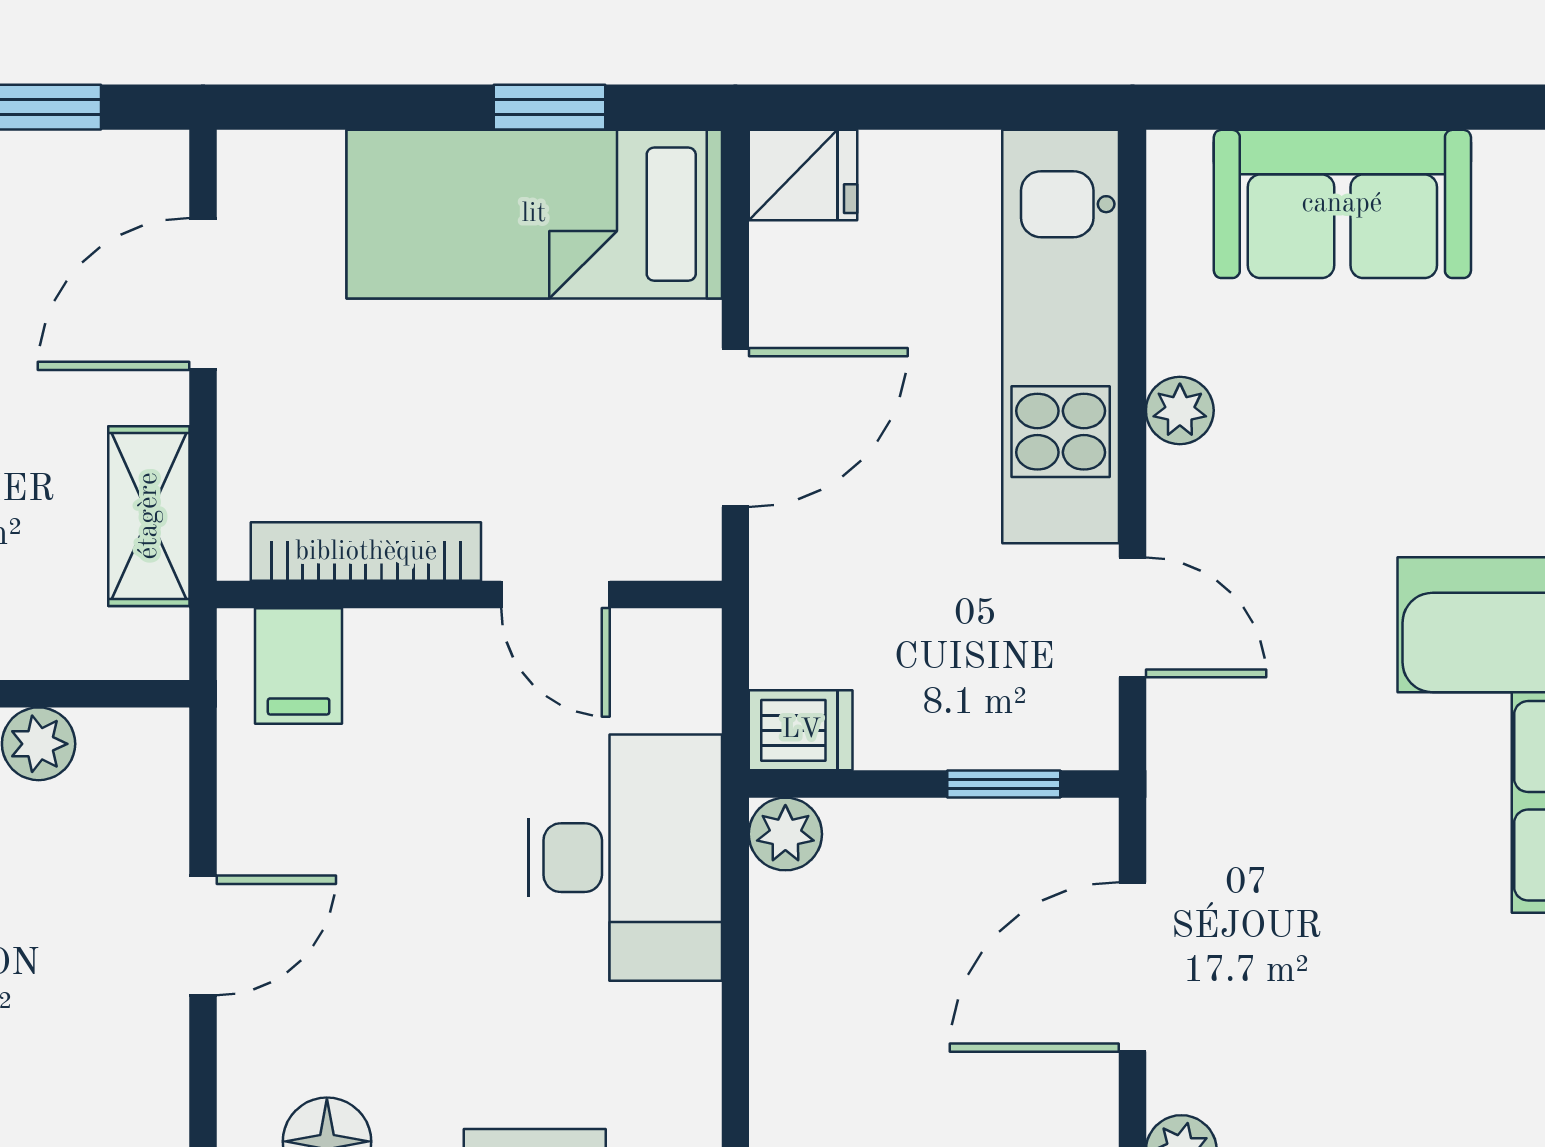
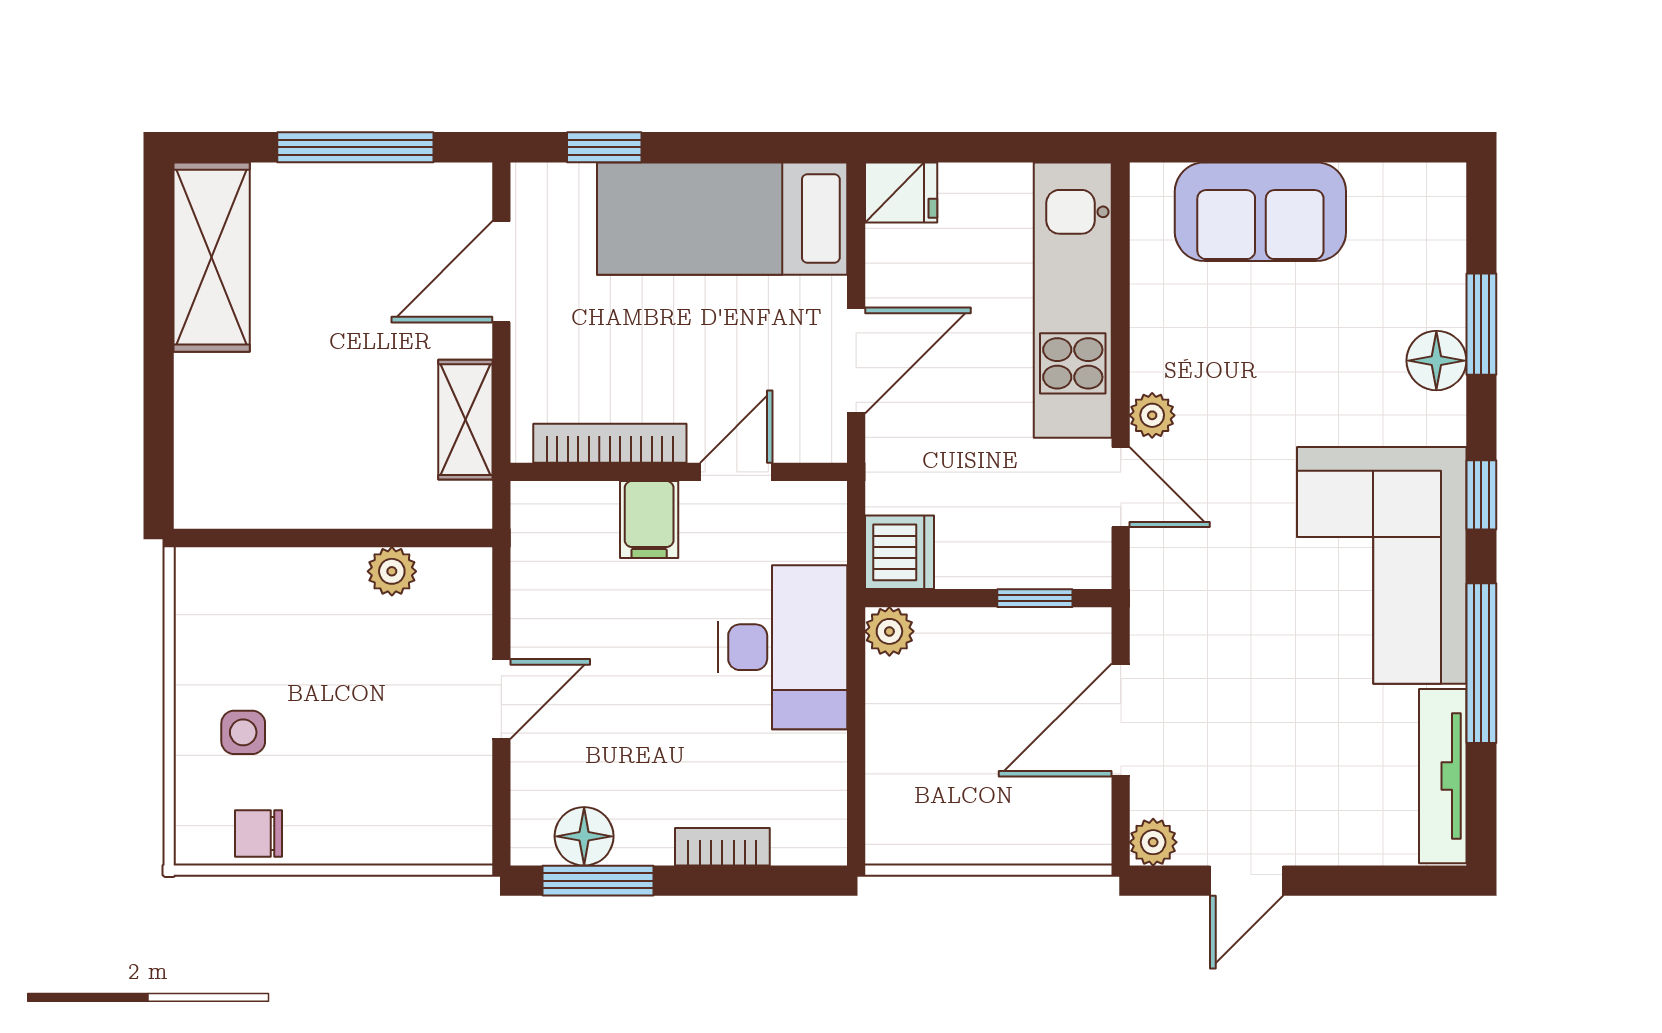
window: (550, 107) -> (604, 147), moved
plant: (1180, 410) -> (1152, 415), moved
door: (555, 594) -> (736, 472), swing flipped
filing cabinet: (299, 666) -> (649, 519), moved
dishwasher: (801, 730) -> (900, 552), width x1.38

